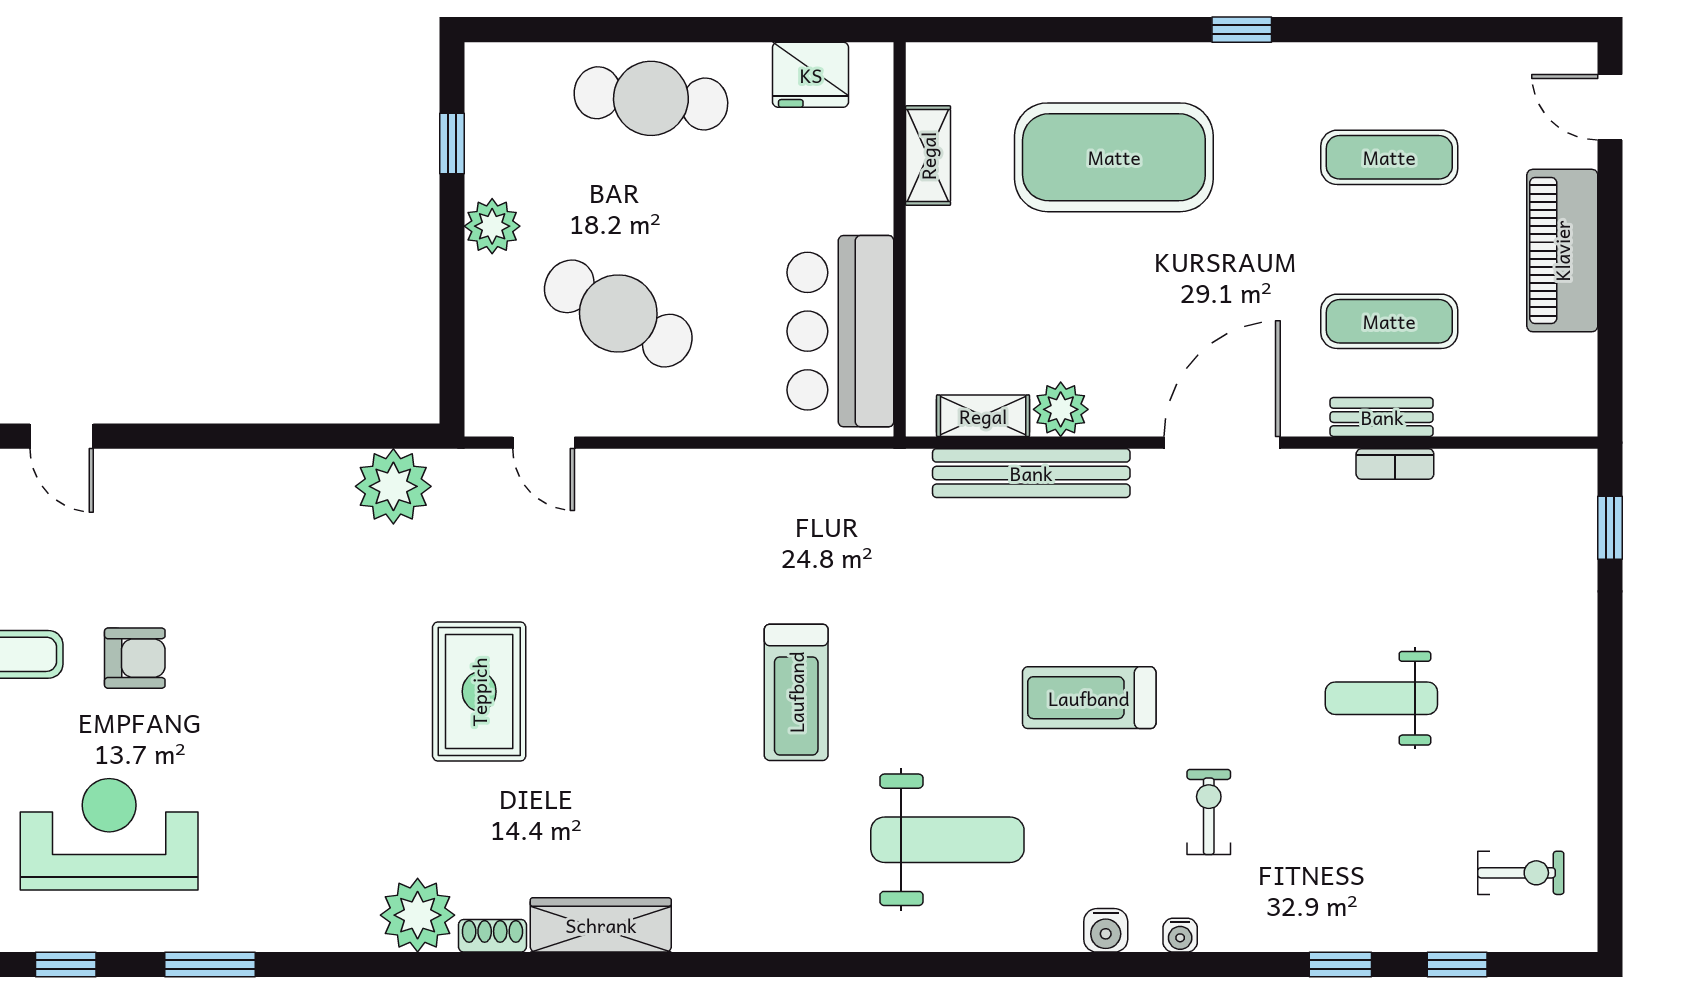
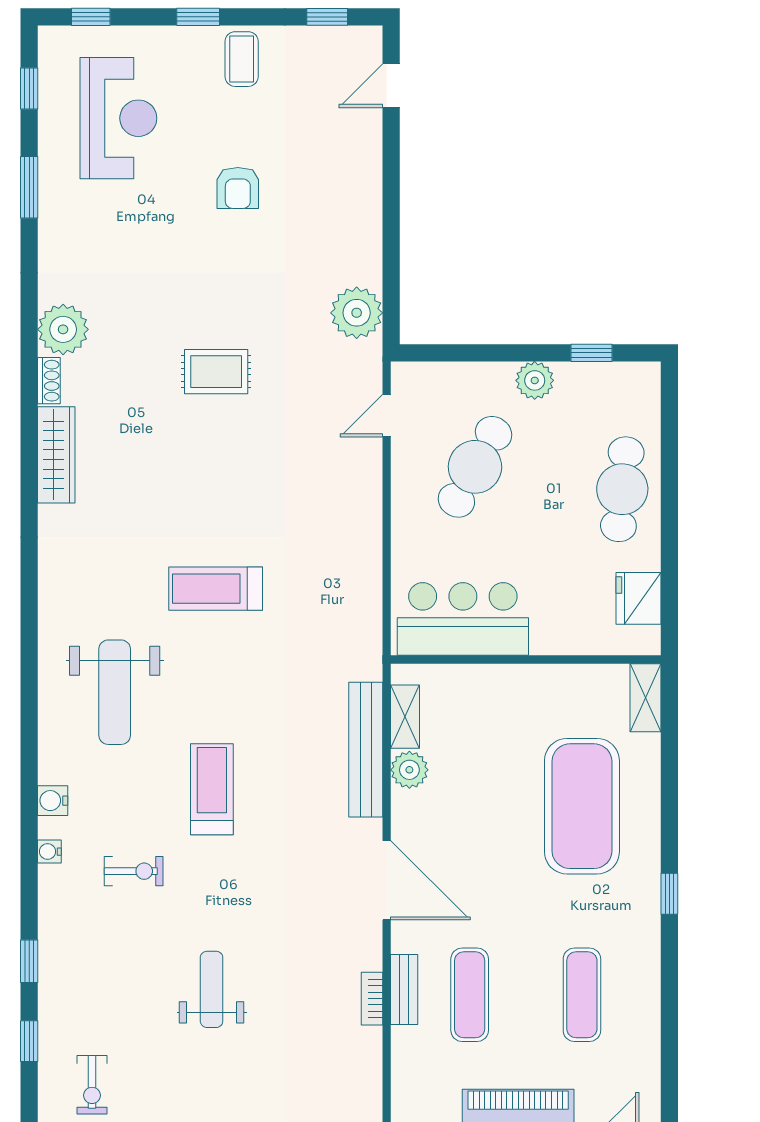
shelving: (928, 156) -> (646, 698), moved, turned 90
armchair: (135, 658) -> (238, 188), moved
rug: (479, 692) -> (216, 372), width x0.73, depth x0.70

